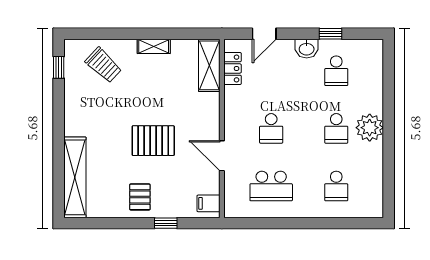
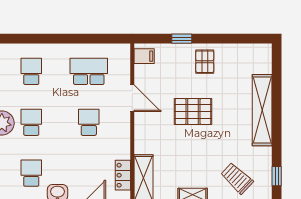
shelving: (75, 177) -> (262, 110), moved

